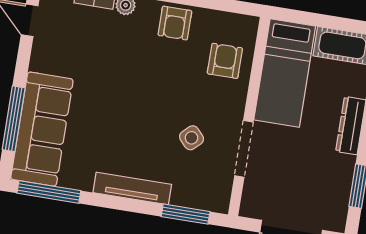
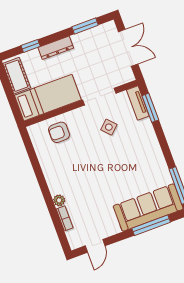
armchair: (175, 23) -> (54, 169), removed
tv unit: (132, 188) -> (138, 103), moved, width x0.71

